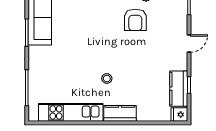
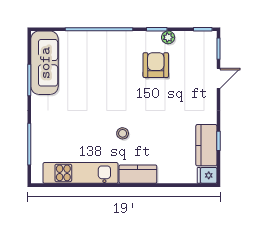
armchair: (135, 20) -> (156, 65), turned 180
door: (189, 43) -> (218, 78), moved

